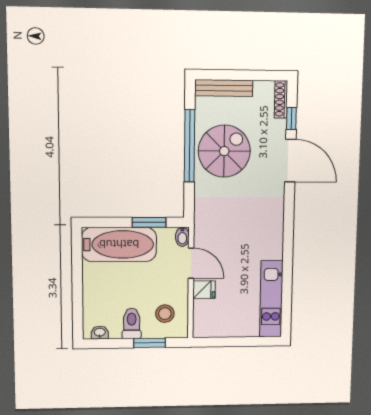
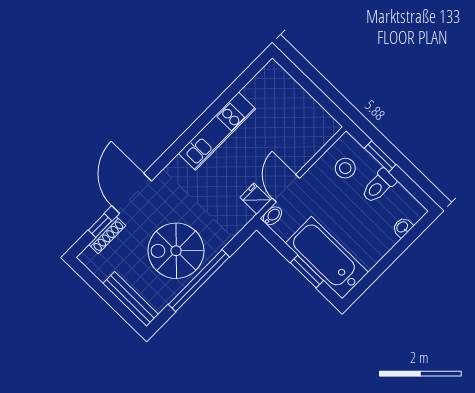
shoe rack: (281, 99) -> (107, 235), moved
window: (149, 222) -> (307, 272), moved
fridge: (204, 290) -> (255, 199), moved
kitchen unit: (271, 299) -> (217, 131), moved
washbasin: (100, 333) -> (402, 227), moved, turned 90

